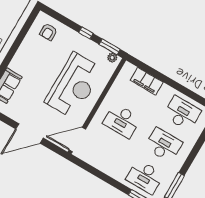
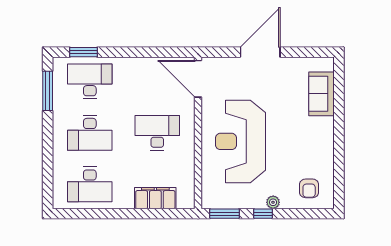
armchair: (48, 32) -> (309, 188), turned 180
plant: (112, 58) -> (273, 202), moved
door: (77, 139) -> (198, 79), swing flipped

